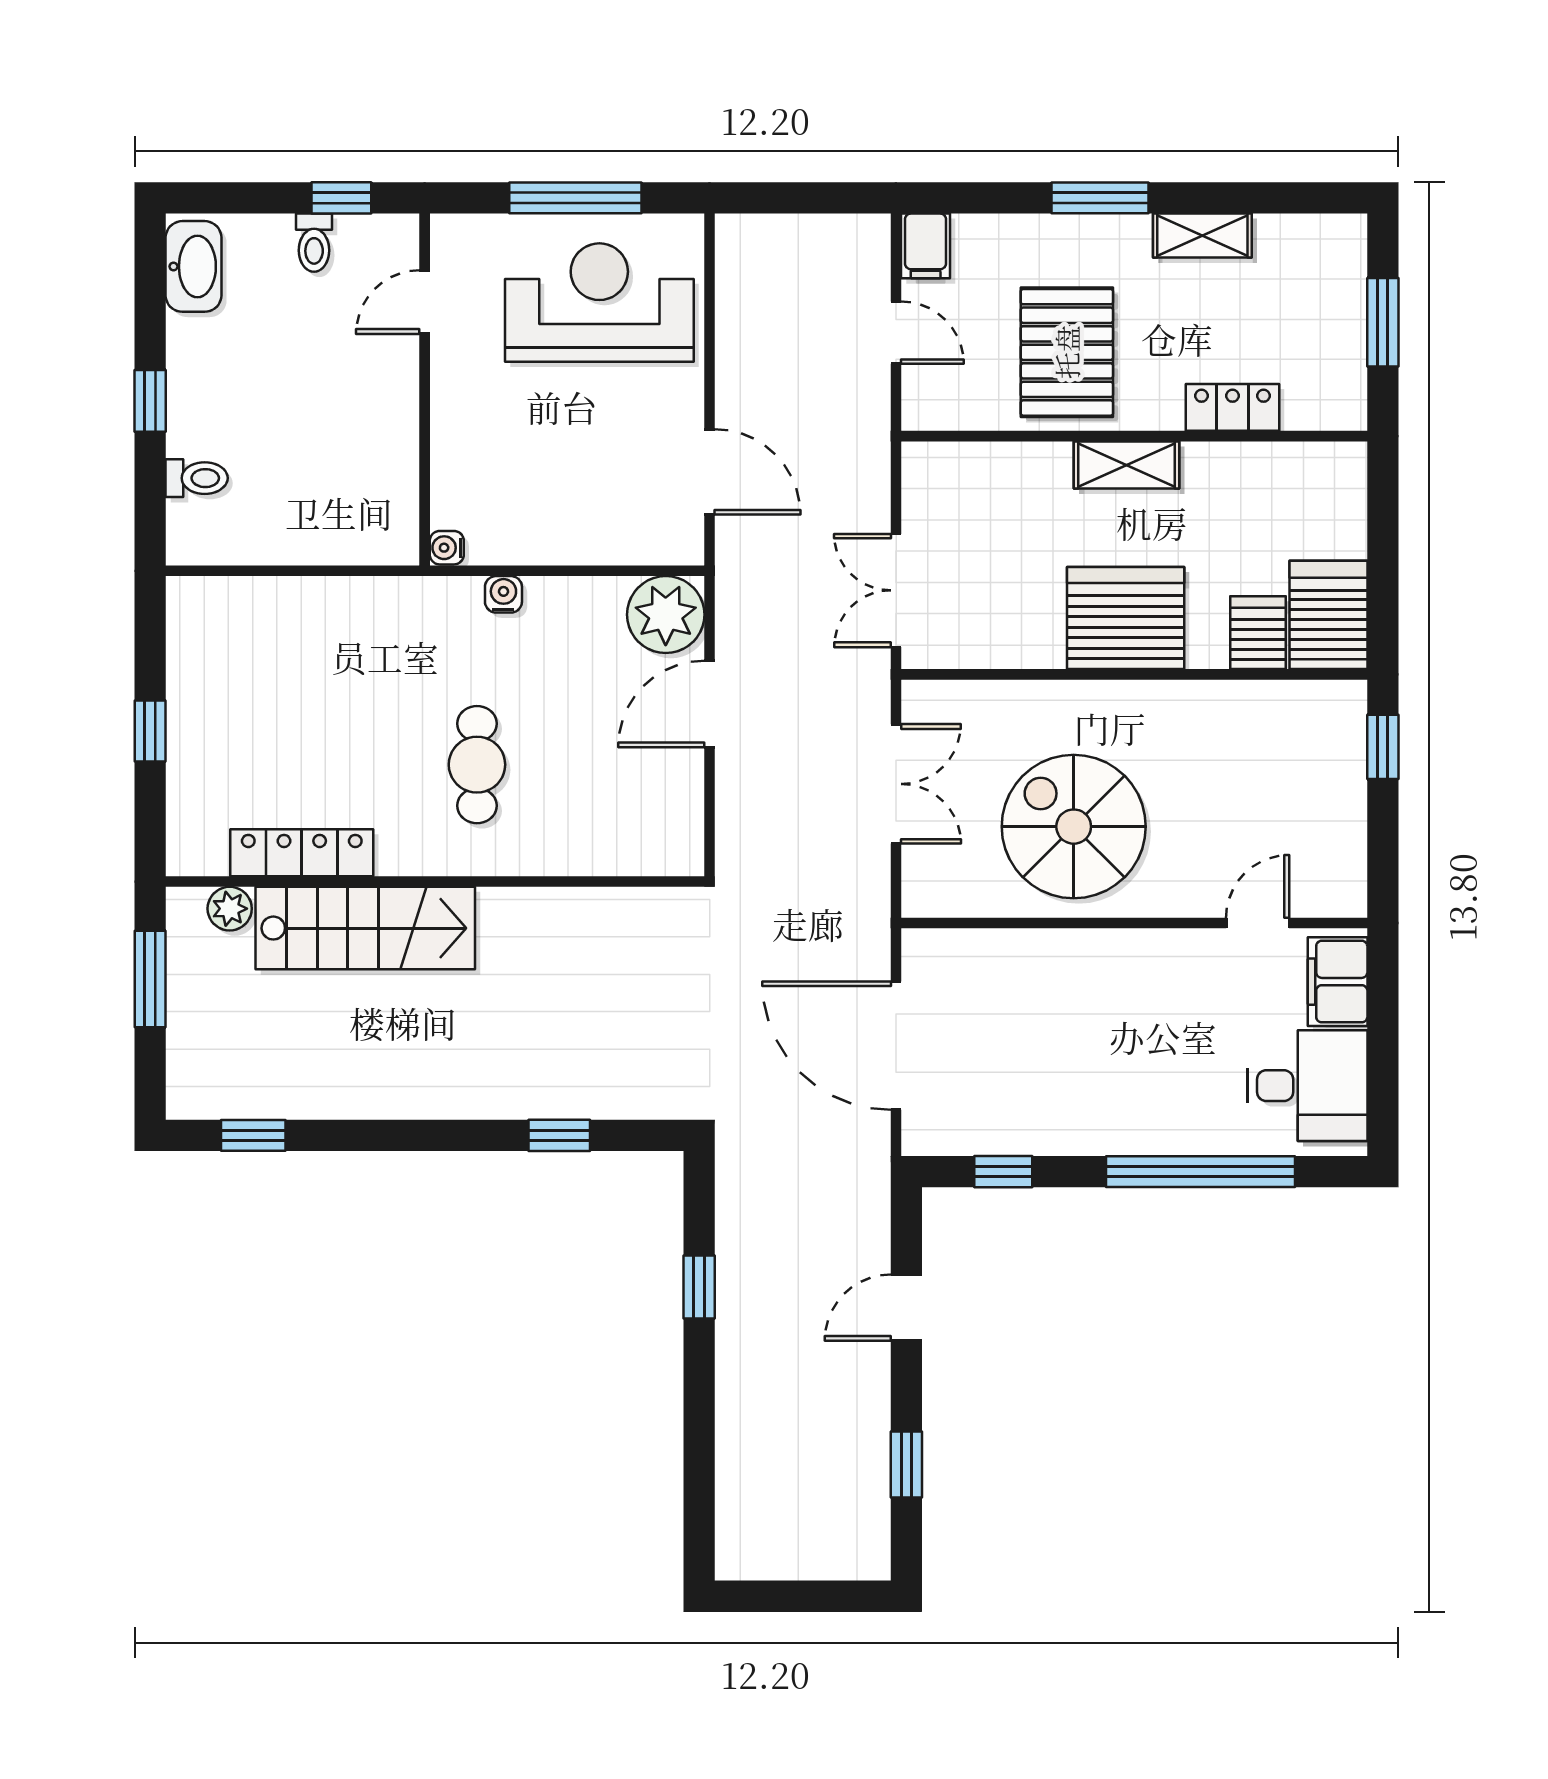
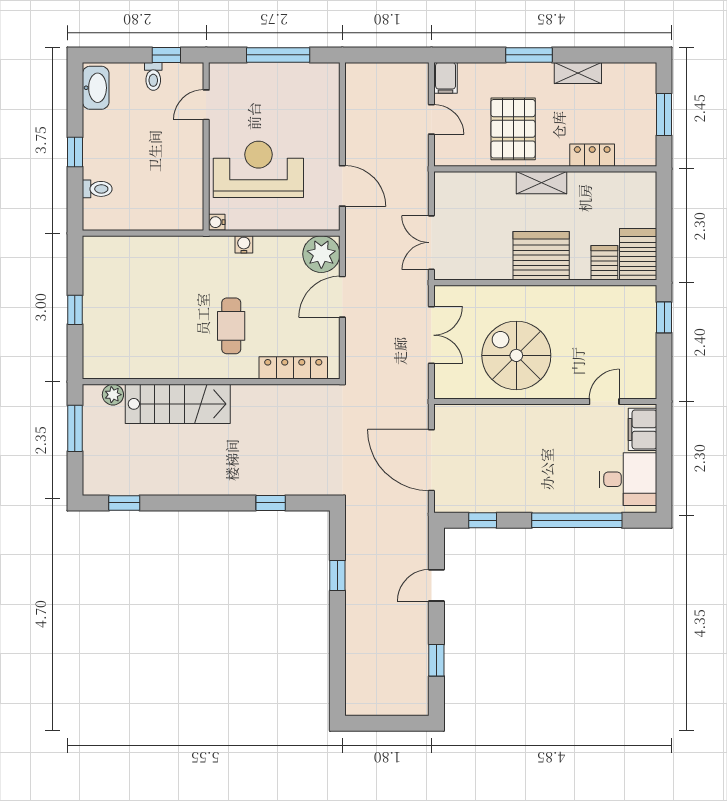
reception desk: (599, 302) -> (258, 169), moved
locker: (302, 853) -> (293, 368), moved

